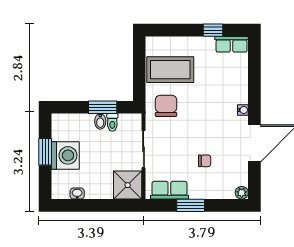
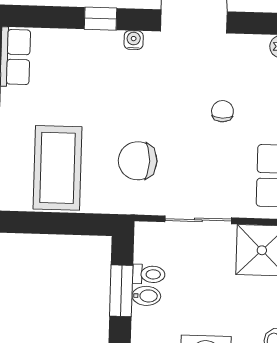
window: (254, 91) -> (100, 19), added
chair: (166, 106) -> (138, 161), moved

